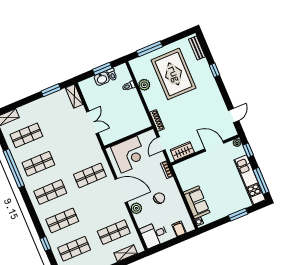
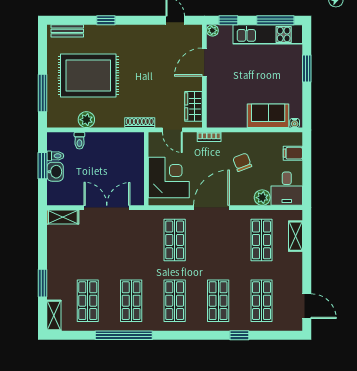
window: (51, 90) -> (43, 283), moved
double door: (92, 122) -> (107, 208), width x1.37
plant: (136, 208) -> (262, 198), moved

